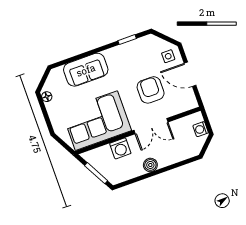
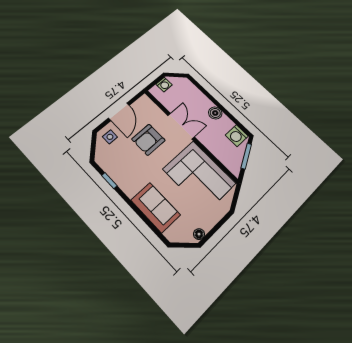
washing machine: (120, 148) -> (237, 136), moved, turned 180

